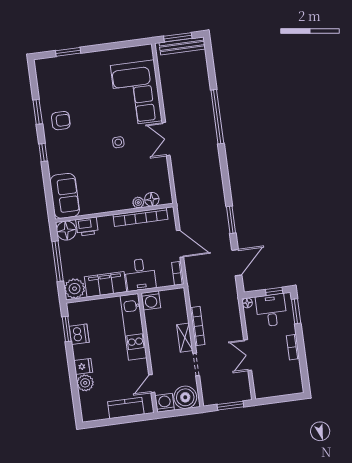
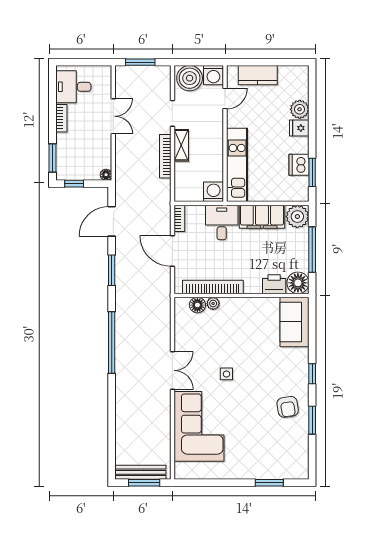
window: (217, 117) -> (112, 343), moved
armchair: (61, 121) -> (288, 407), turned -99
desk: (271, 310) -> (73, 87), moved, turned 90

